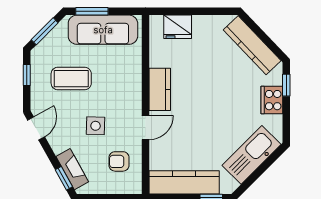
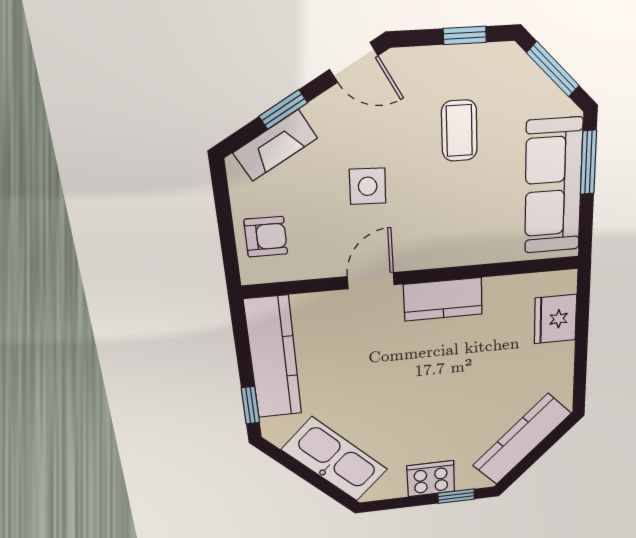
coffee table: (71, 79) -> (459, 131), width x0.73, depth x0.77
door: (146, 127) -> (371, 281), swing flipped
armchair: (119, 161) -> (266, 237), moved, turned 90
window: (64, 178) -> (283, 110), moved

